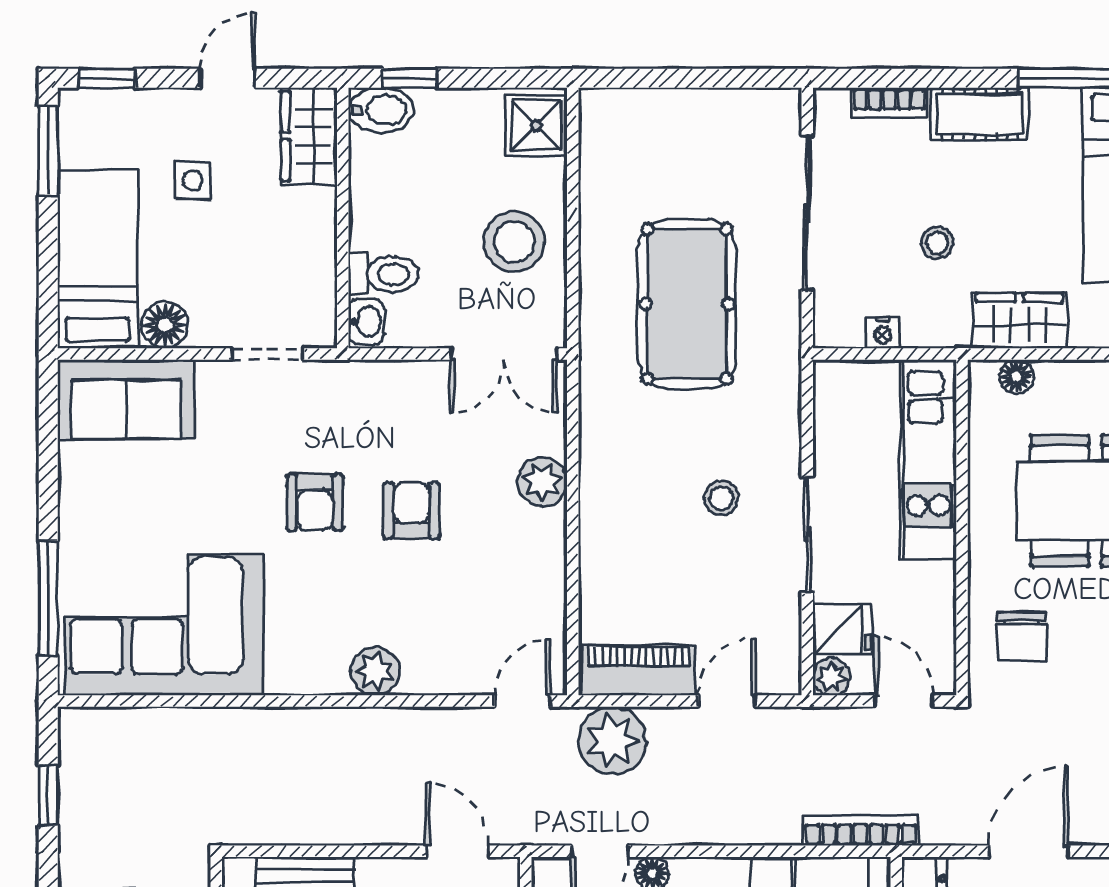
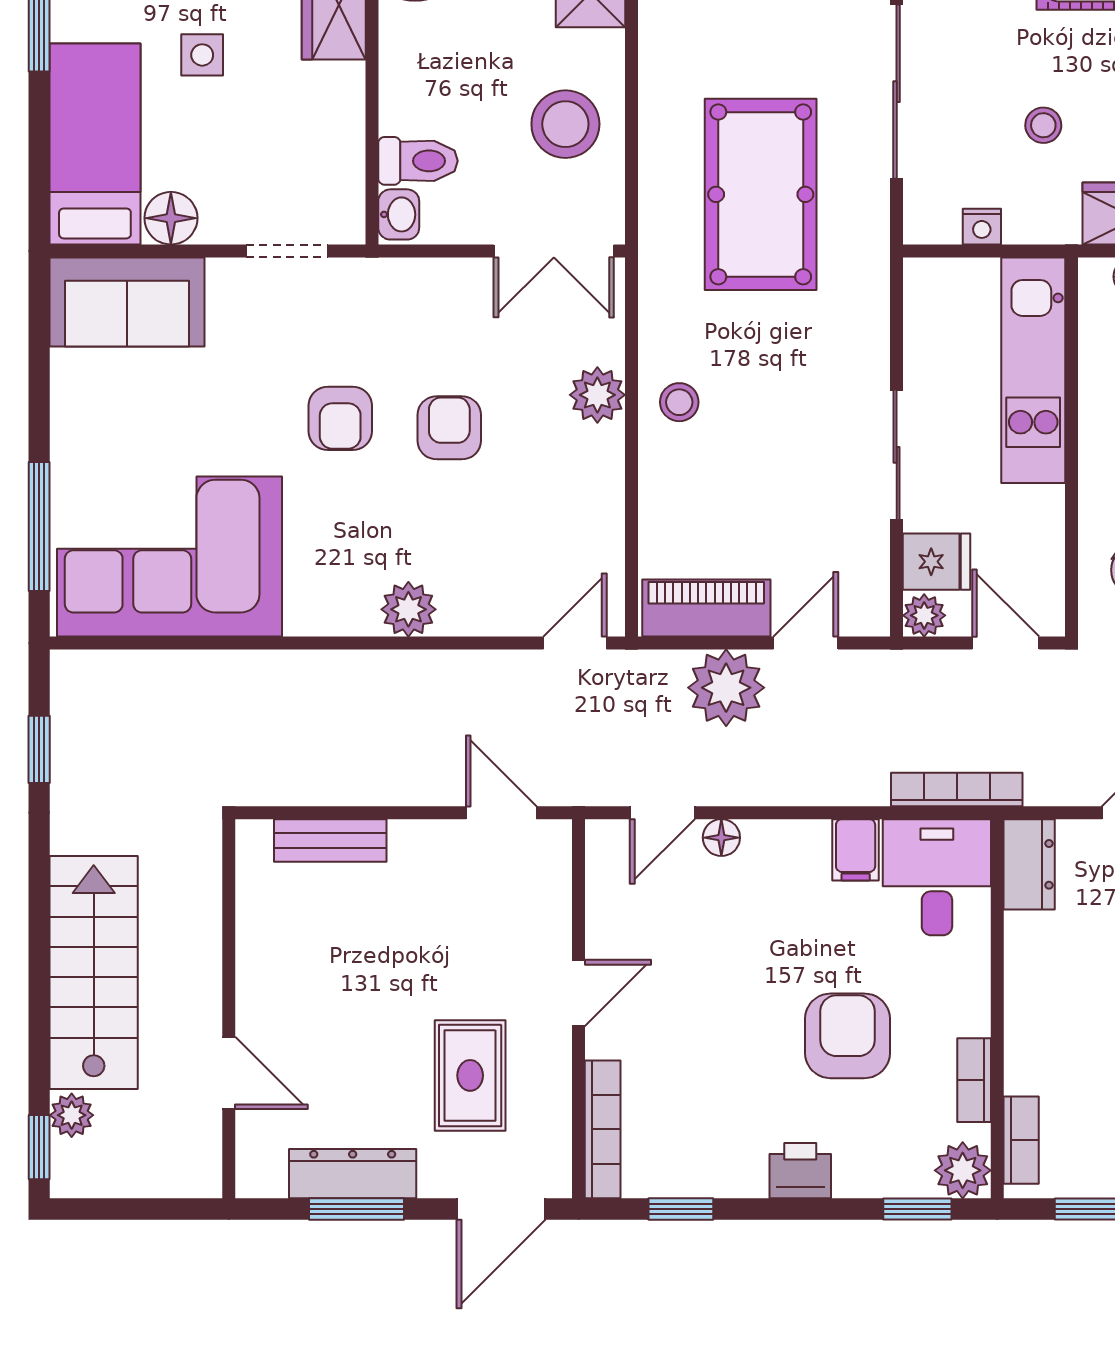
stool: (721, 498) -> (679, 402), moved
plant: (612, 741) -> (726, 688), moved

